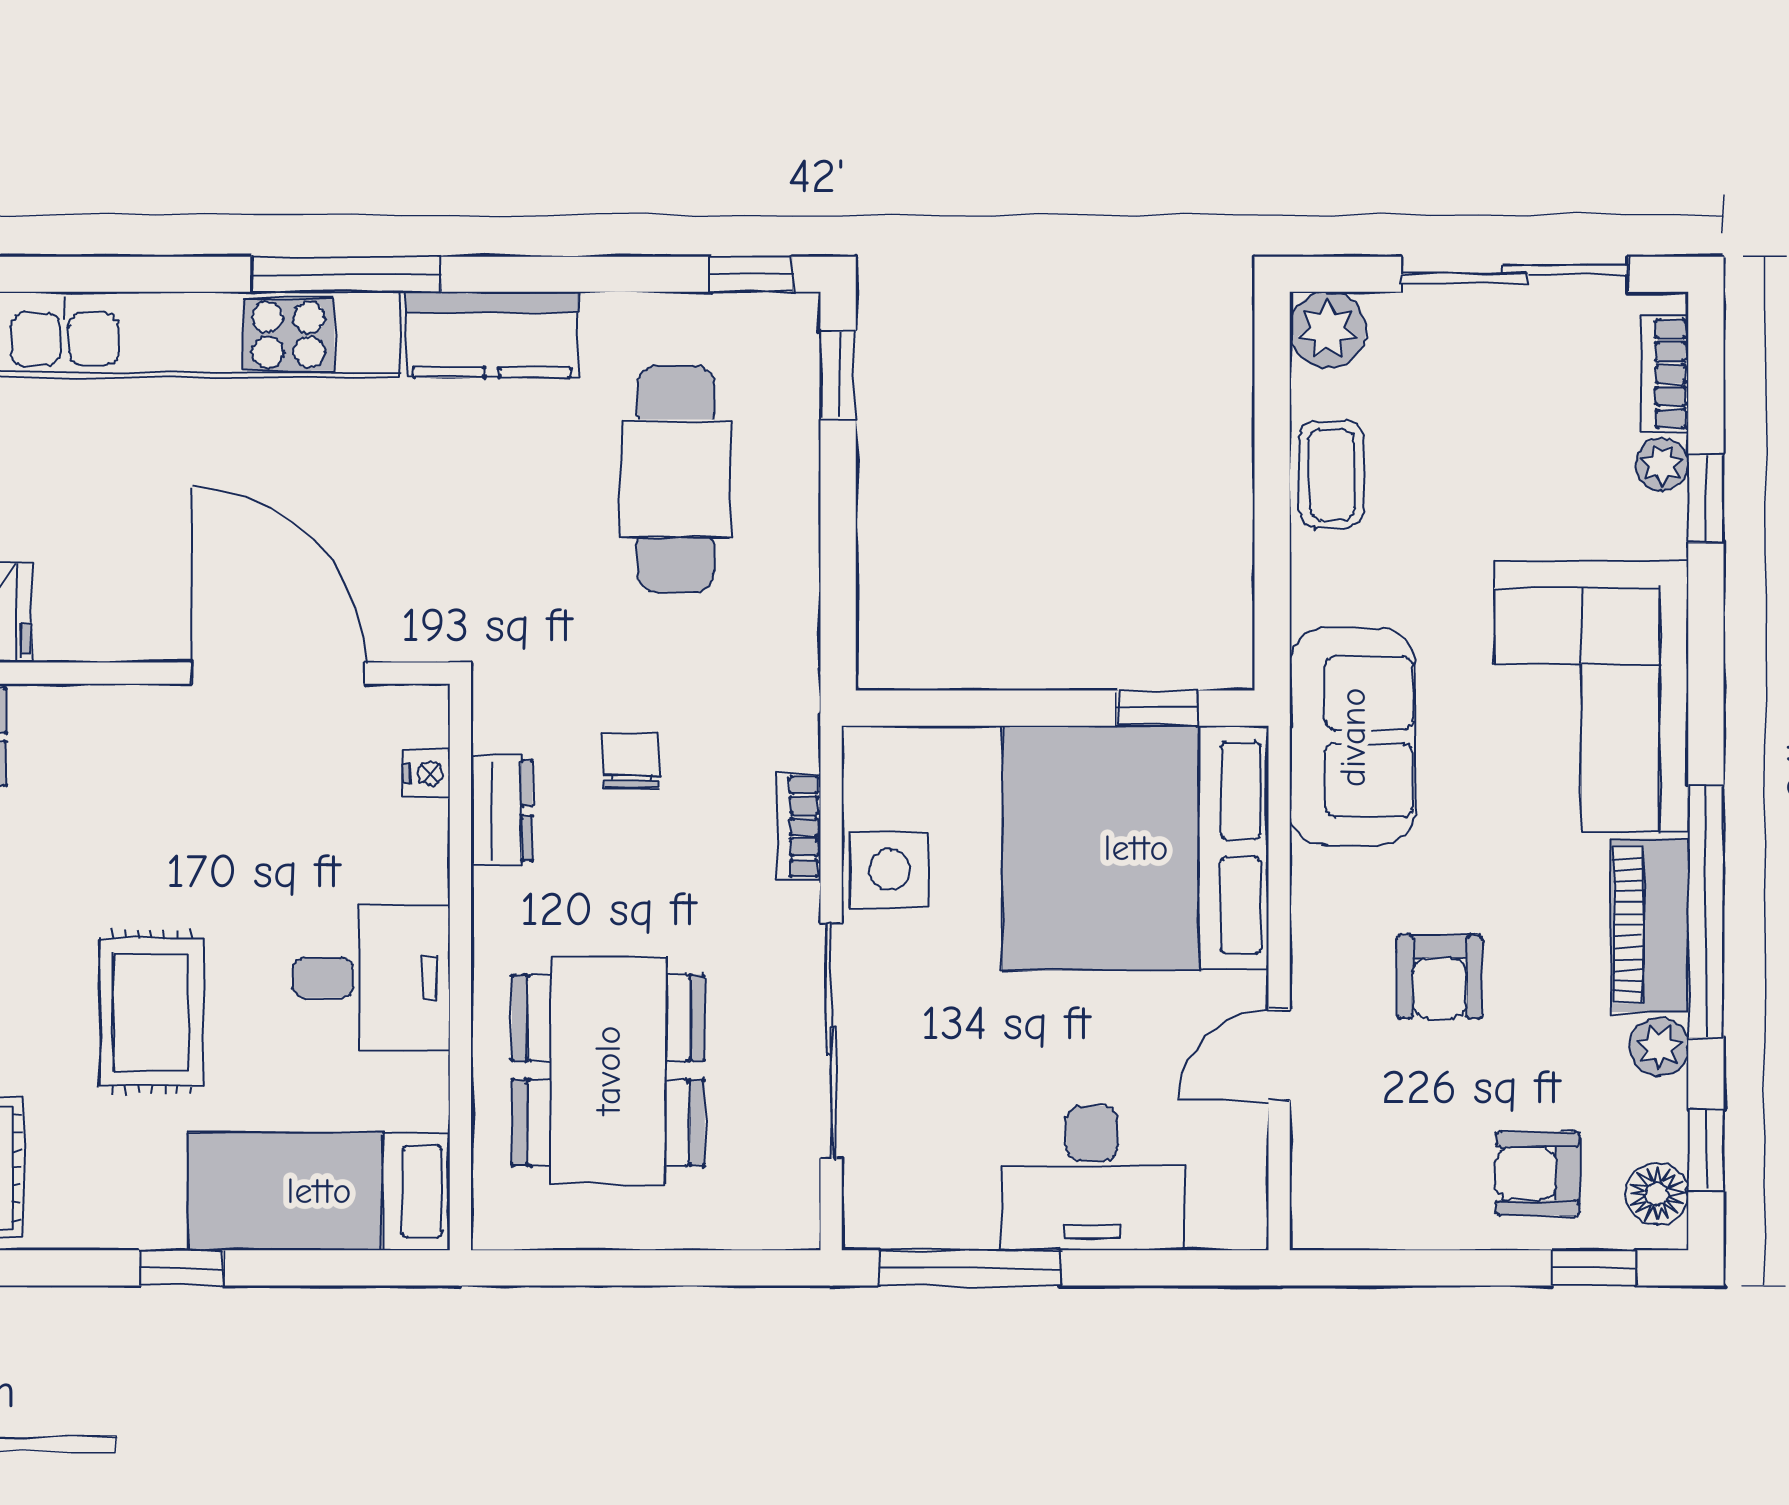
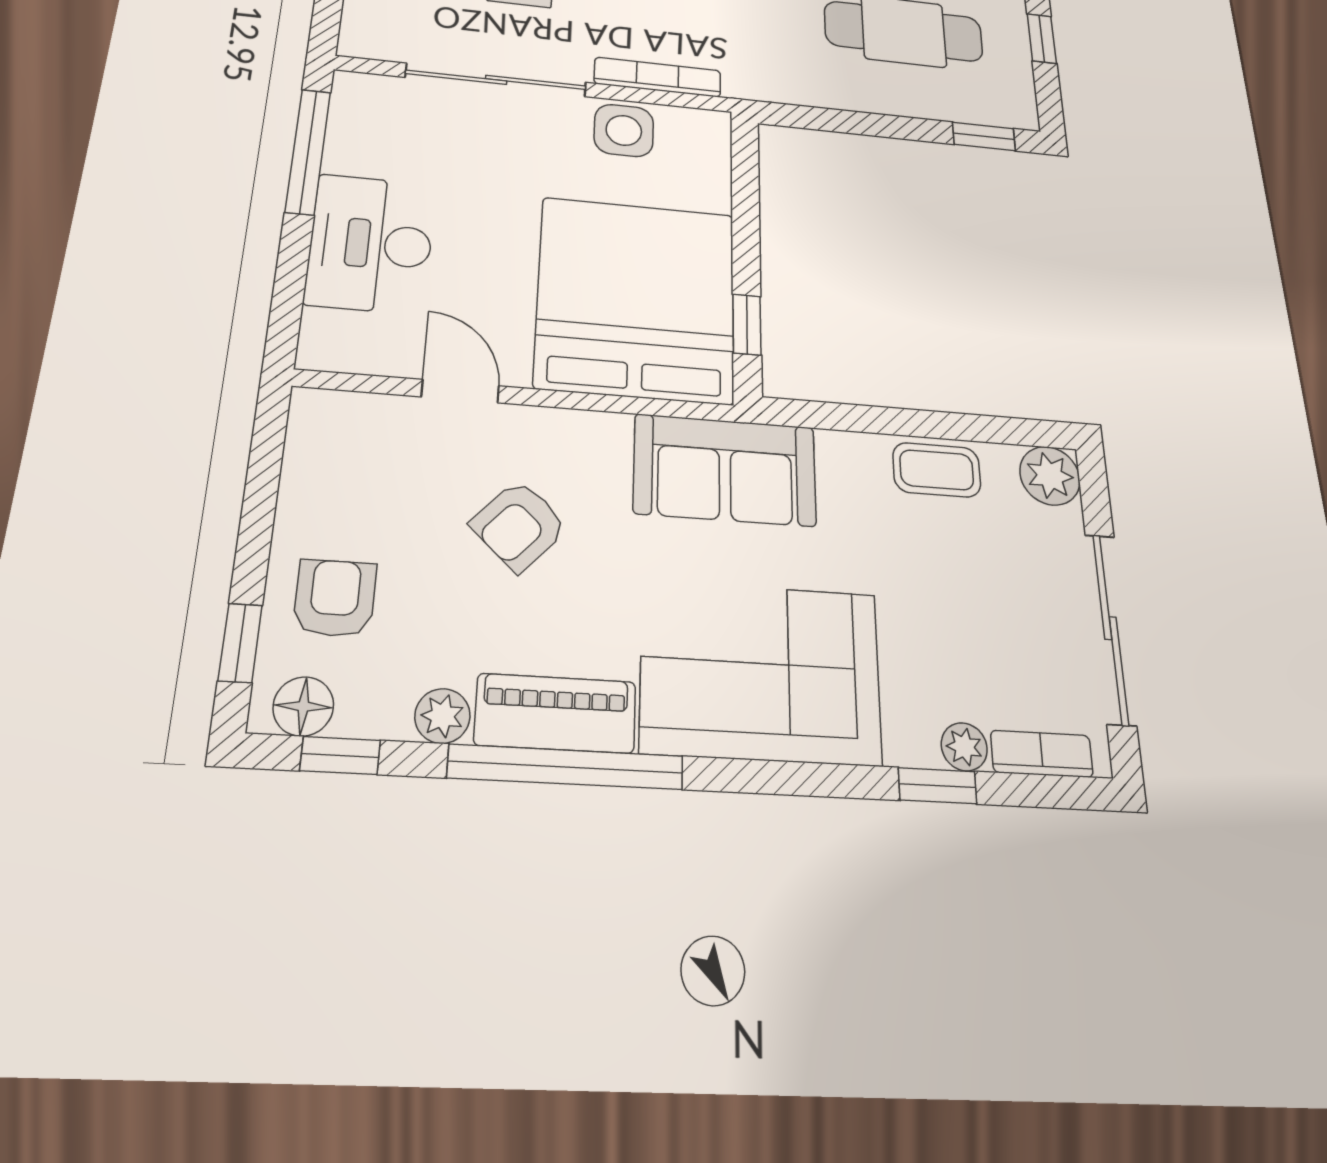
window: (751, 274) -> (1042, 39), moved
bookcase: (799, 826) -> (658, 77), width x1.56
armchair: (1440, 977) -> (519, 525), turned -47

